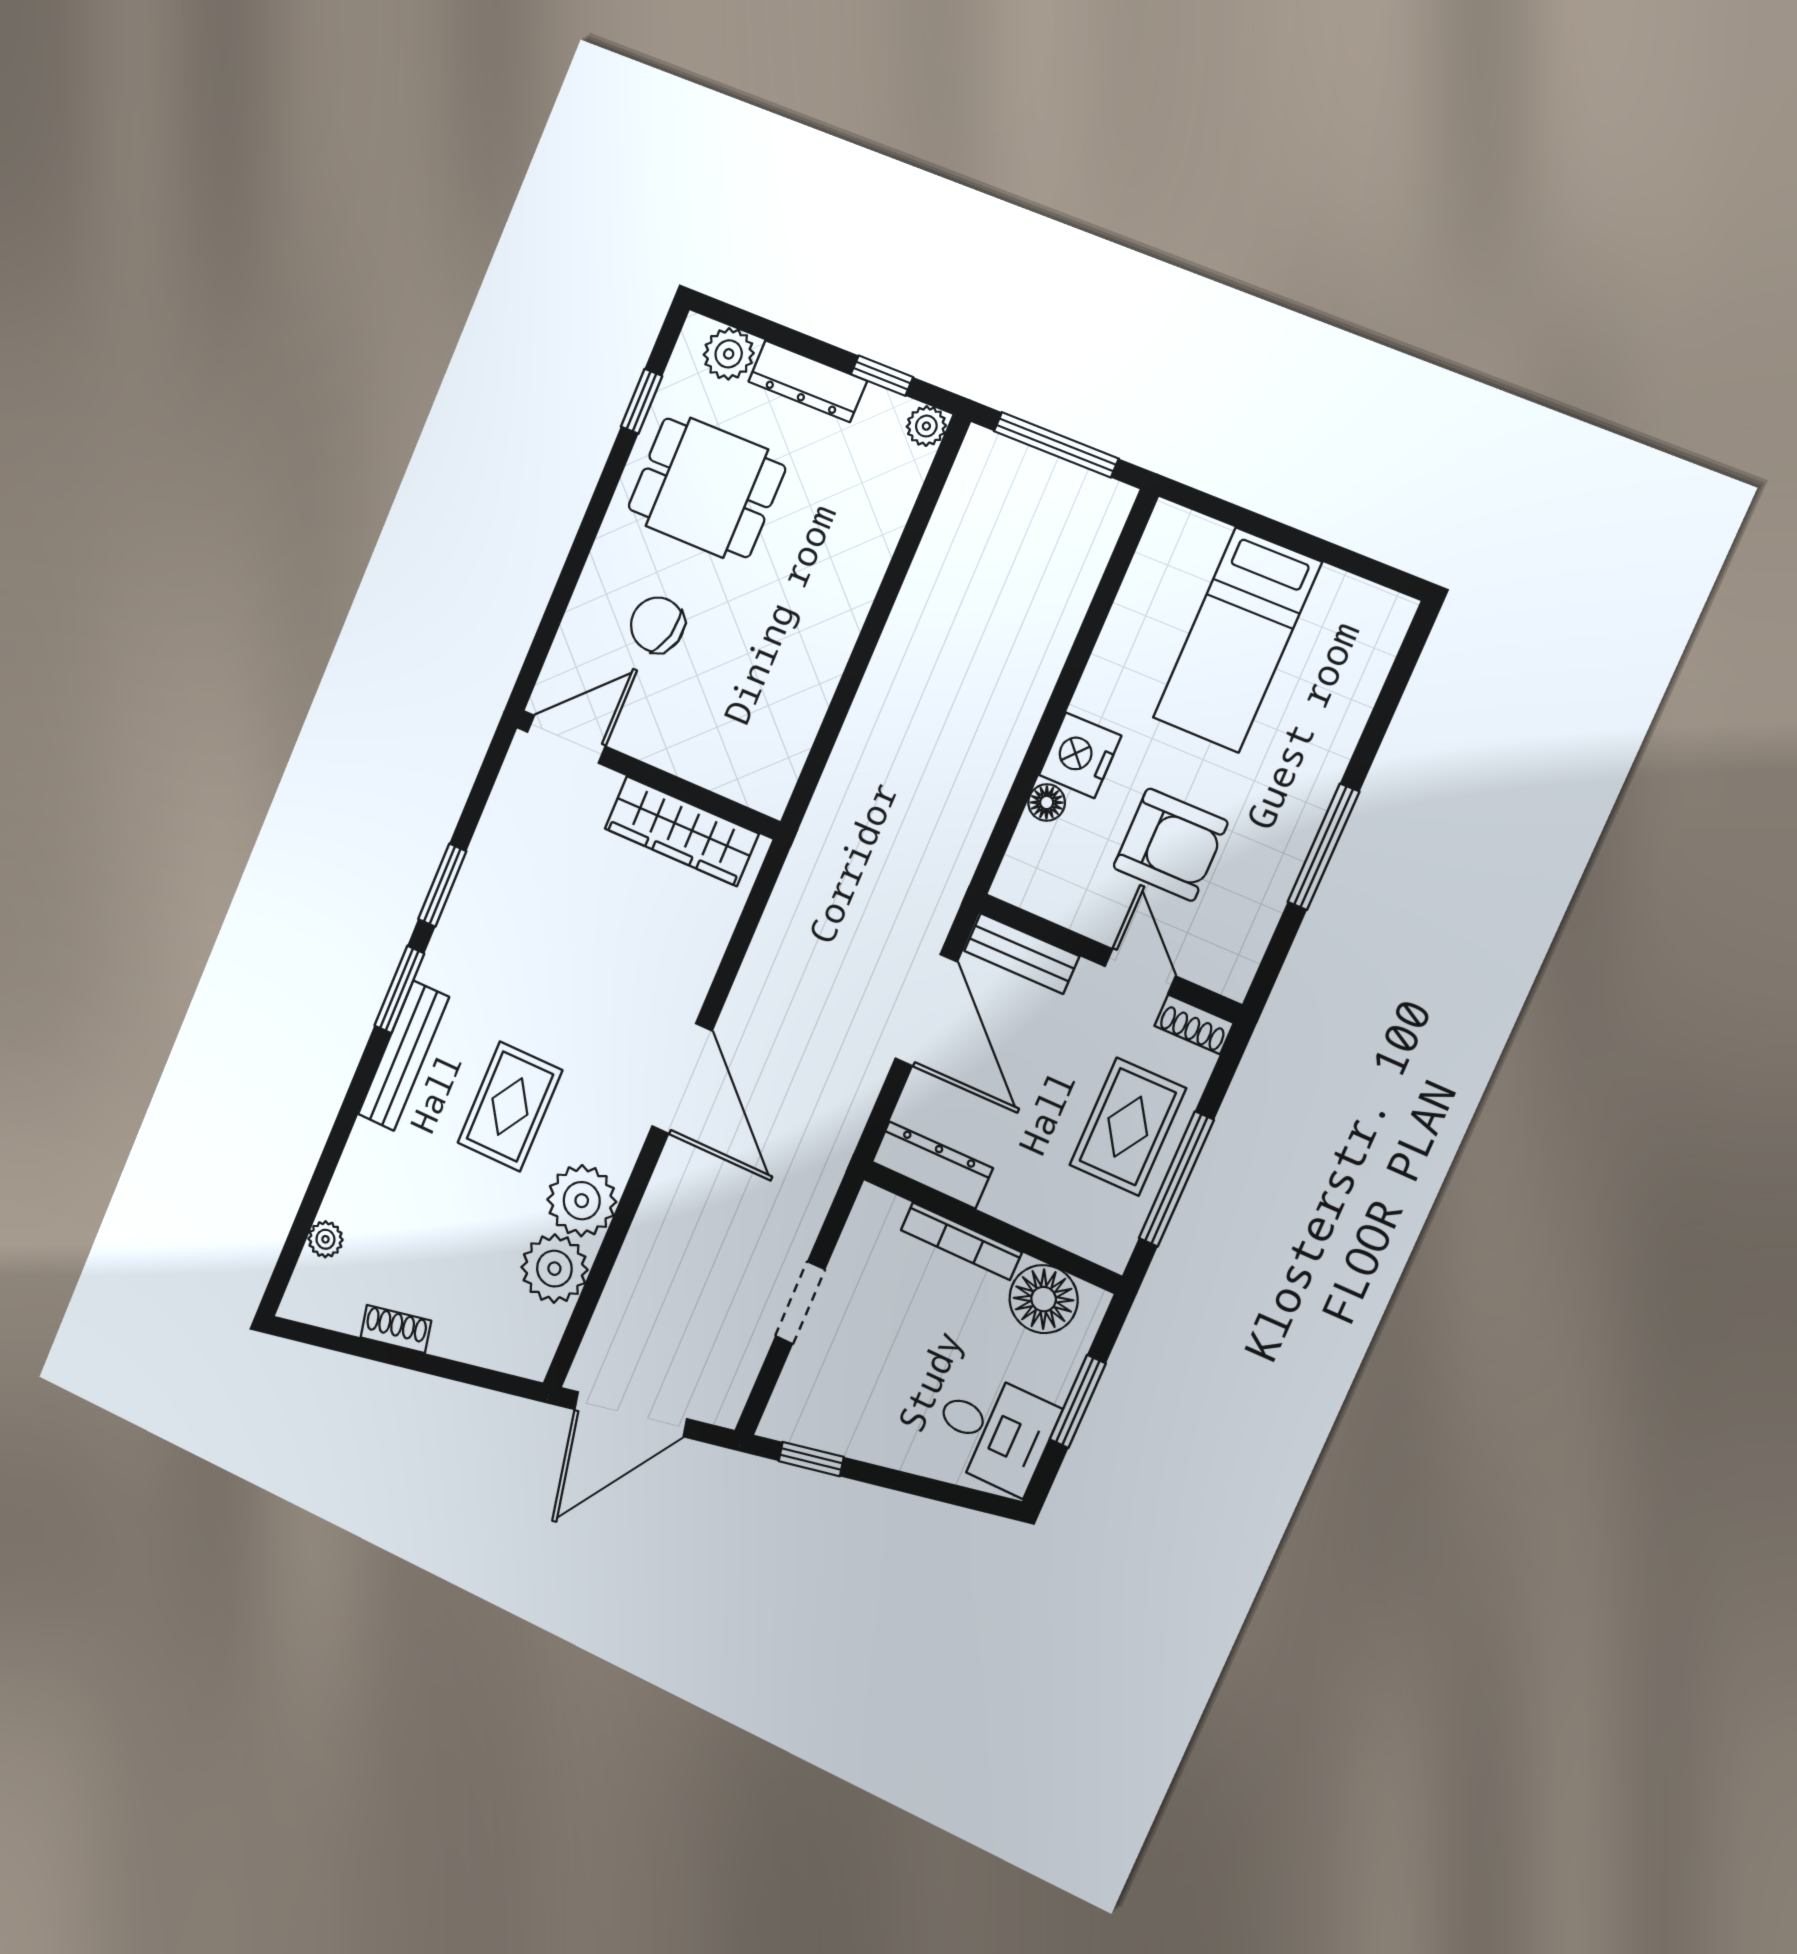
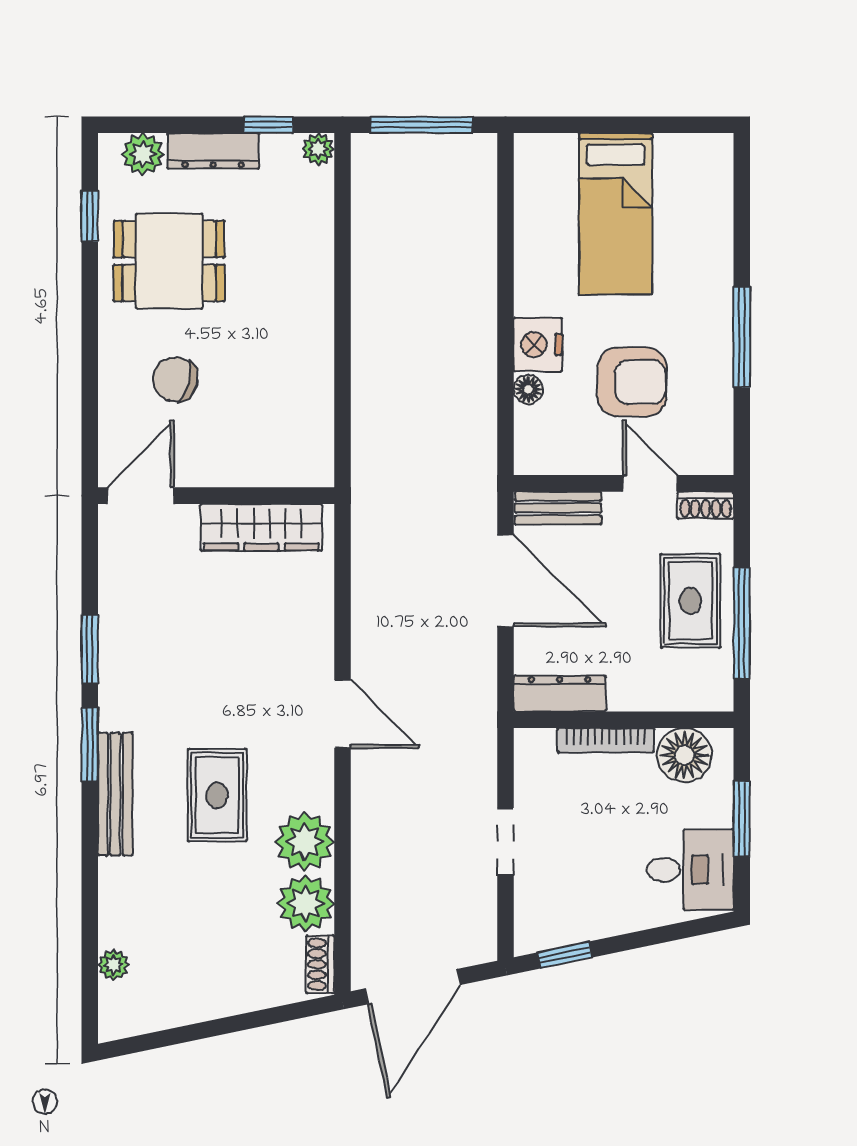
door: (682, 1079) -> (342, 714), width x0.73
shoe rack: (396, 1329) -> (320, 964), moved, turned -78

